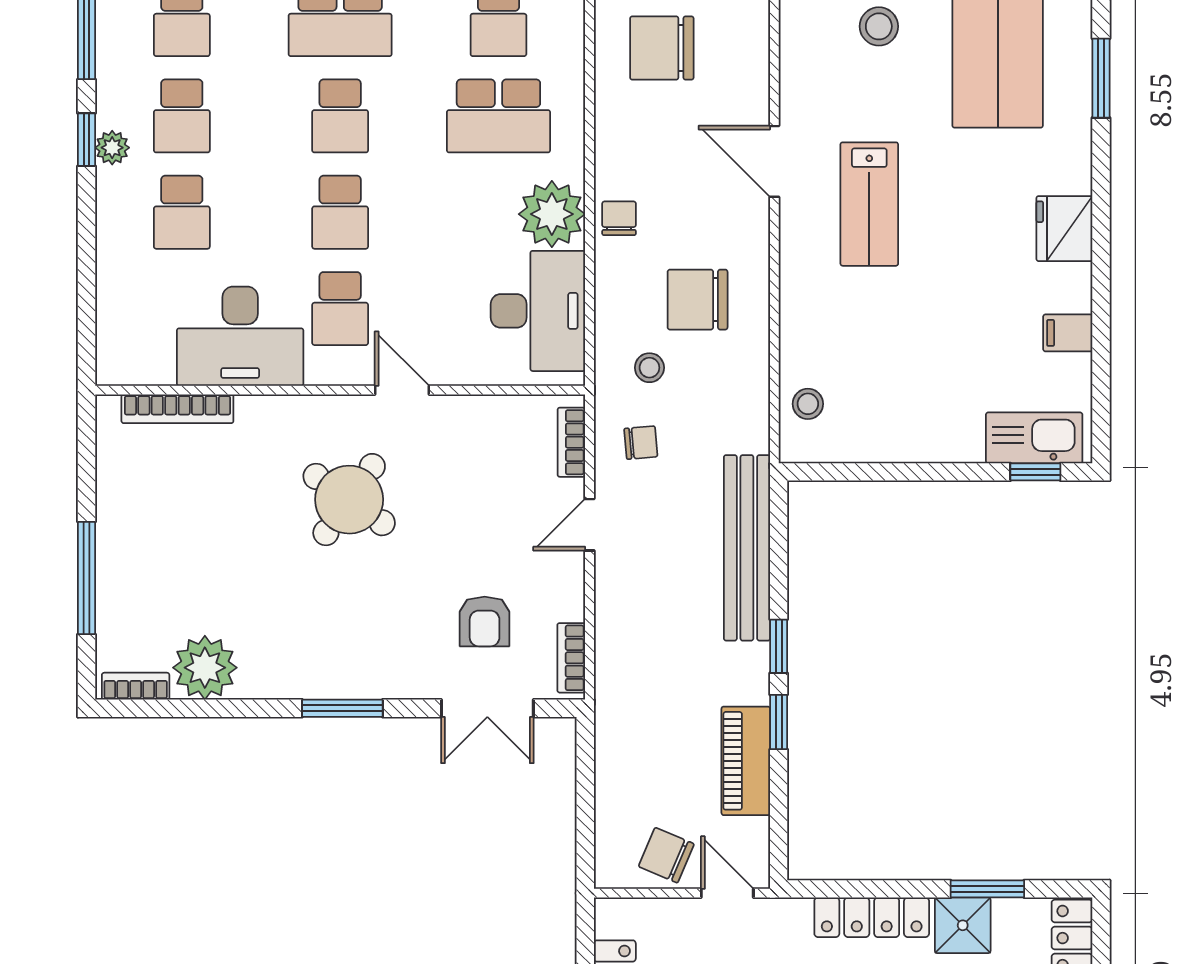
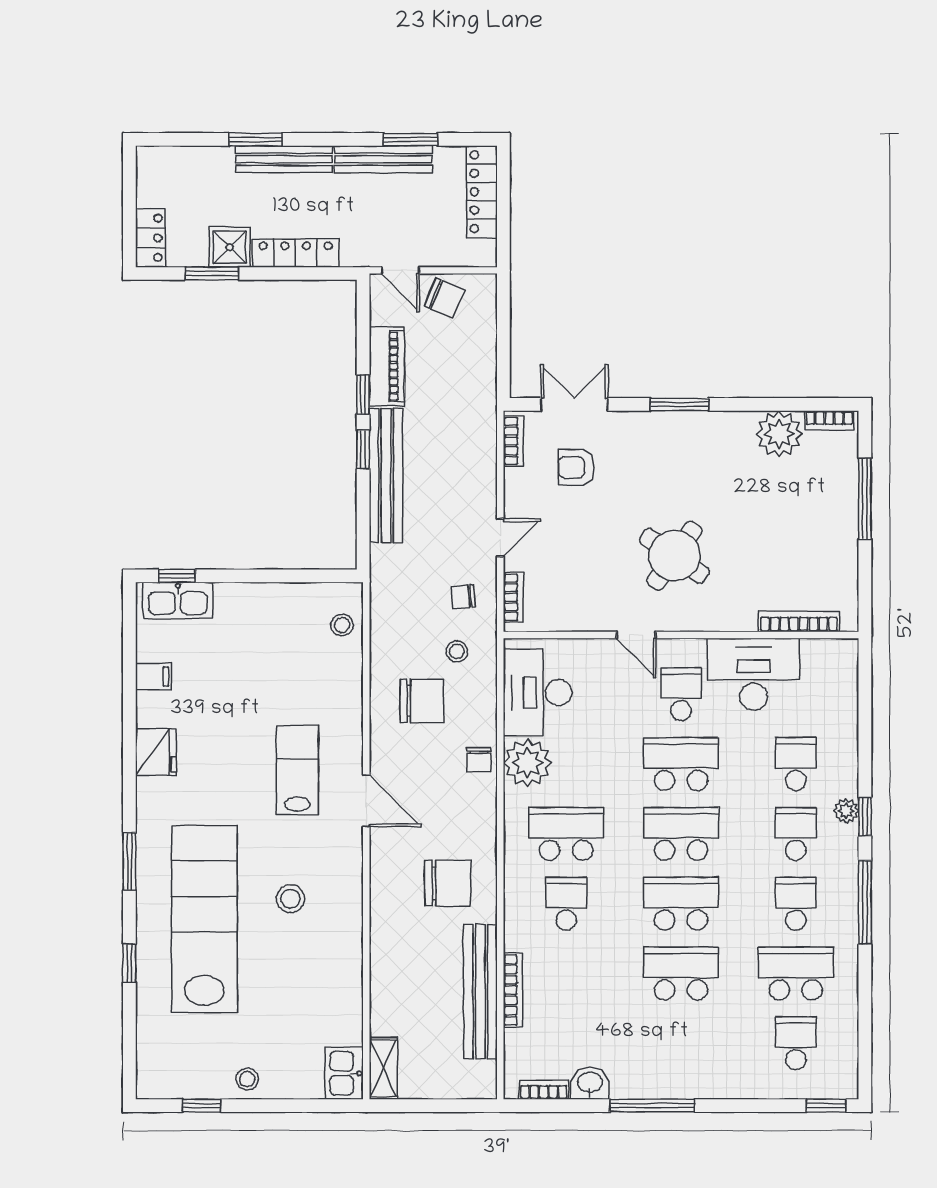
school desk: (340, 116) -> (681, 834), width x1.85
school desk: (340, 212) -> (681, 764), width x1.85
bench: (747, 548) -> (386, 475), moved
armchair: (485, 622) -> (576, 467), turned -90

